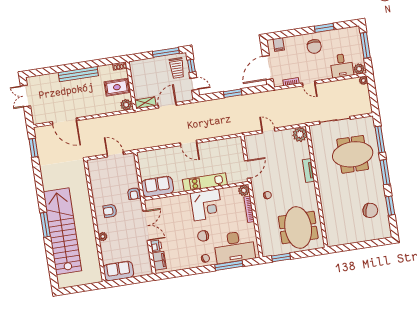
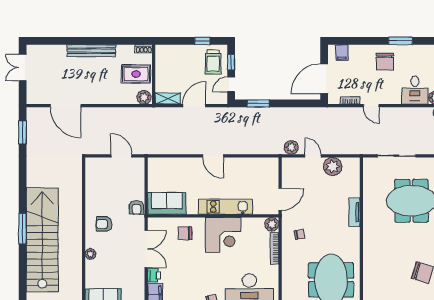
window: (166, 52) -> (202, 41), width x0.46
door: (194, 84) -> (231, 85), swing flipped
window: (233, 93) -> (258, 103), moved
plant: (250, 127) -> (291, 147), added
plant: (300, 134) -> (333, 166), moved
chair: (203, 236) -> (185, 233), moved

